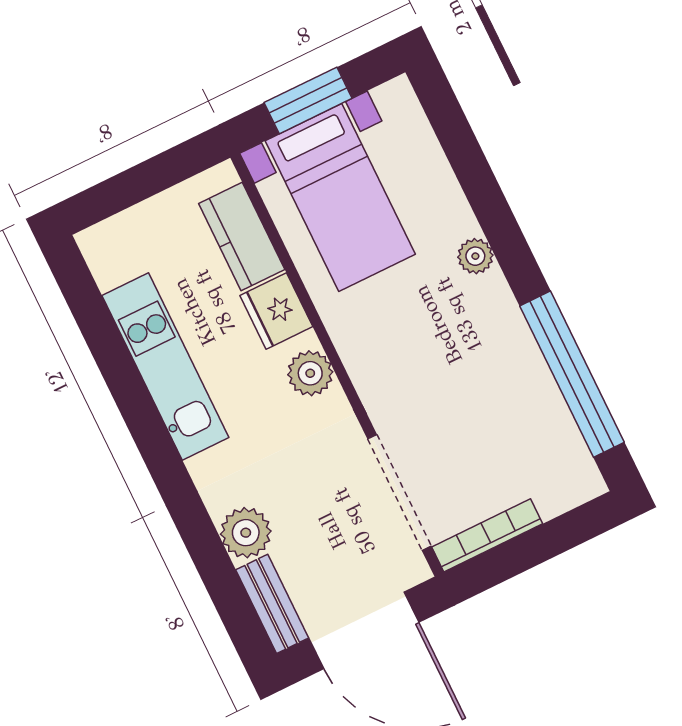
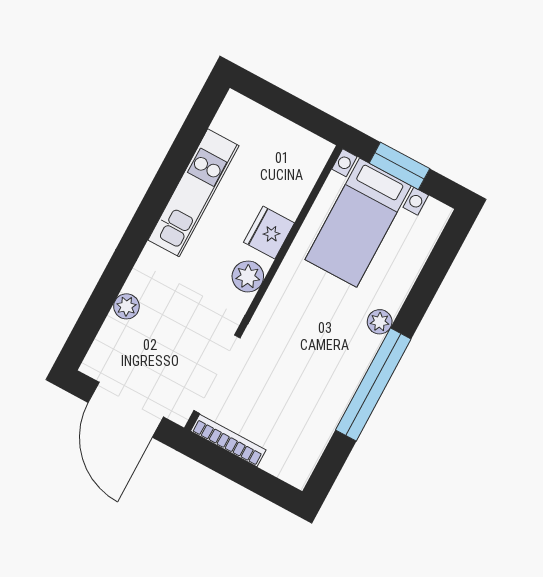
kitchen counter: (242, 237) -> (297, 183), removed
window: (572, 374) -> (373, 385), moved
plant: (246, 533) -> (126, 306), width x0.73, depth x0.73
bench: (272, 604) -> (104, 348), removed

